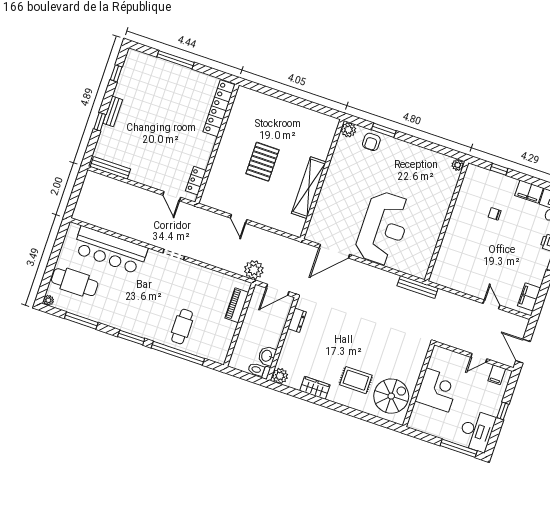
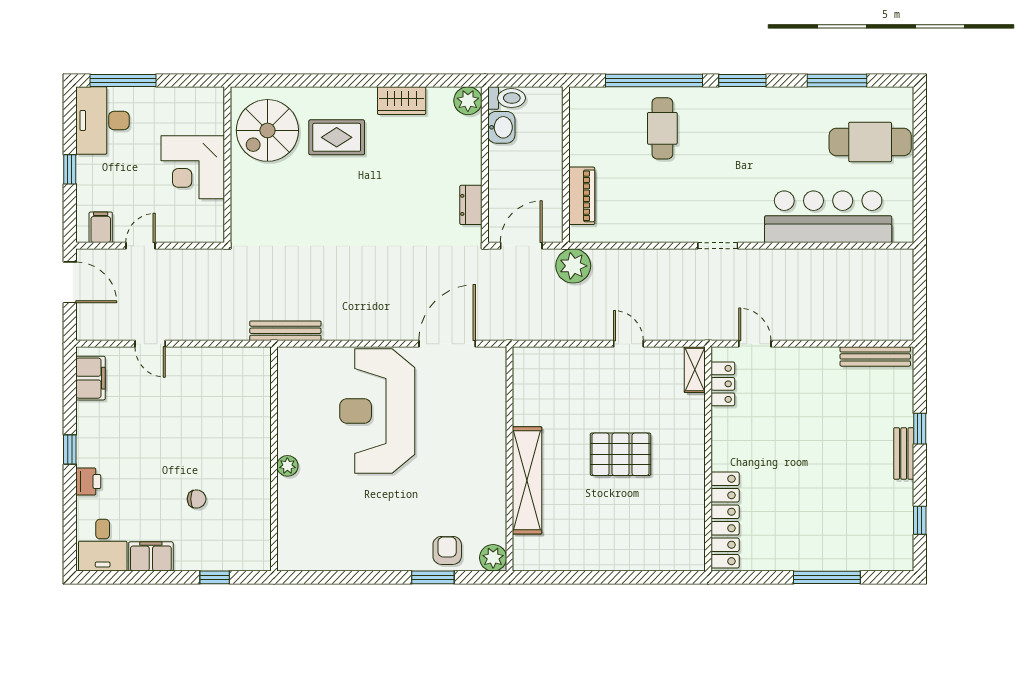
pallet: (263, 162) -> (621, 454), turned 90
plant: (458, 165) -> (287, 466), moved
shelving: (309, 188) -> (527, 480), moved
shelving: (208, 193) -> (695, 370), added
plant: (48, 300) -> (904, 96), removed

